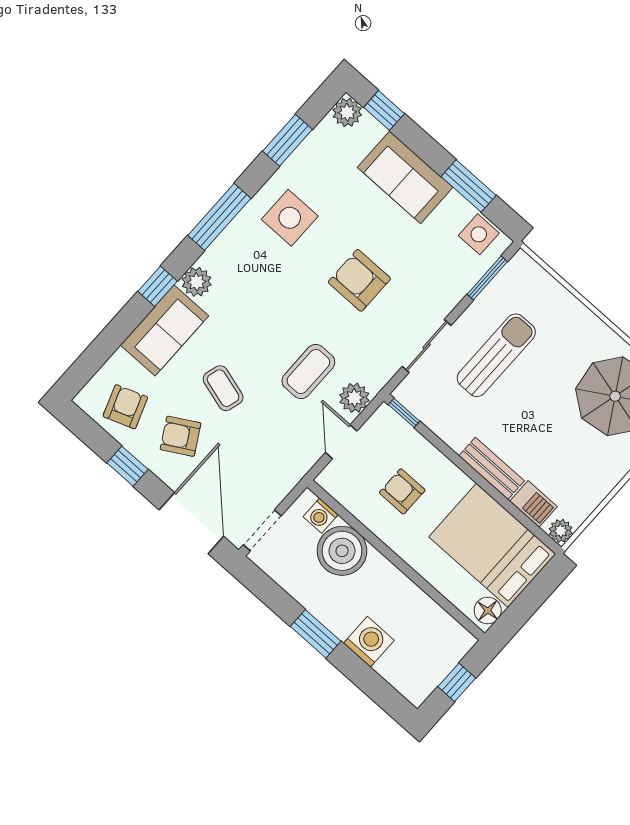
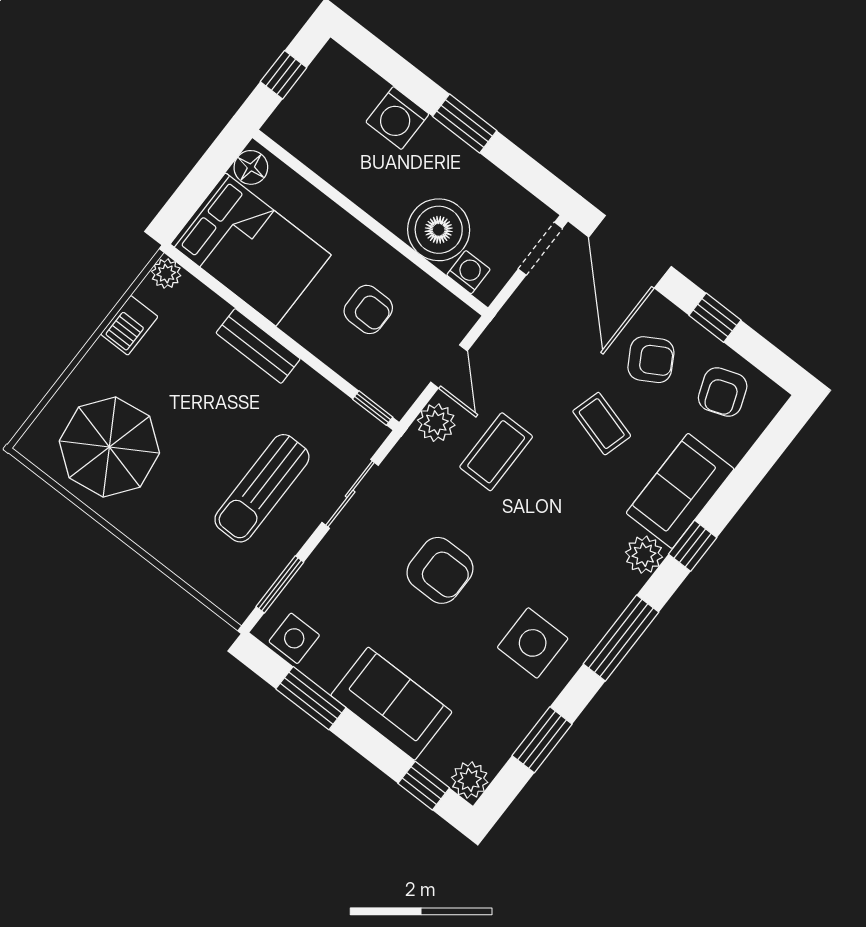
barbecue: (534, 504) -> (129, 325), moved, turned -90

